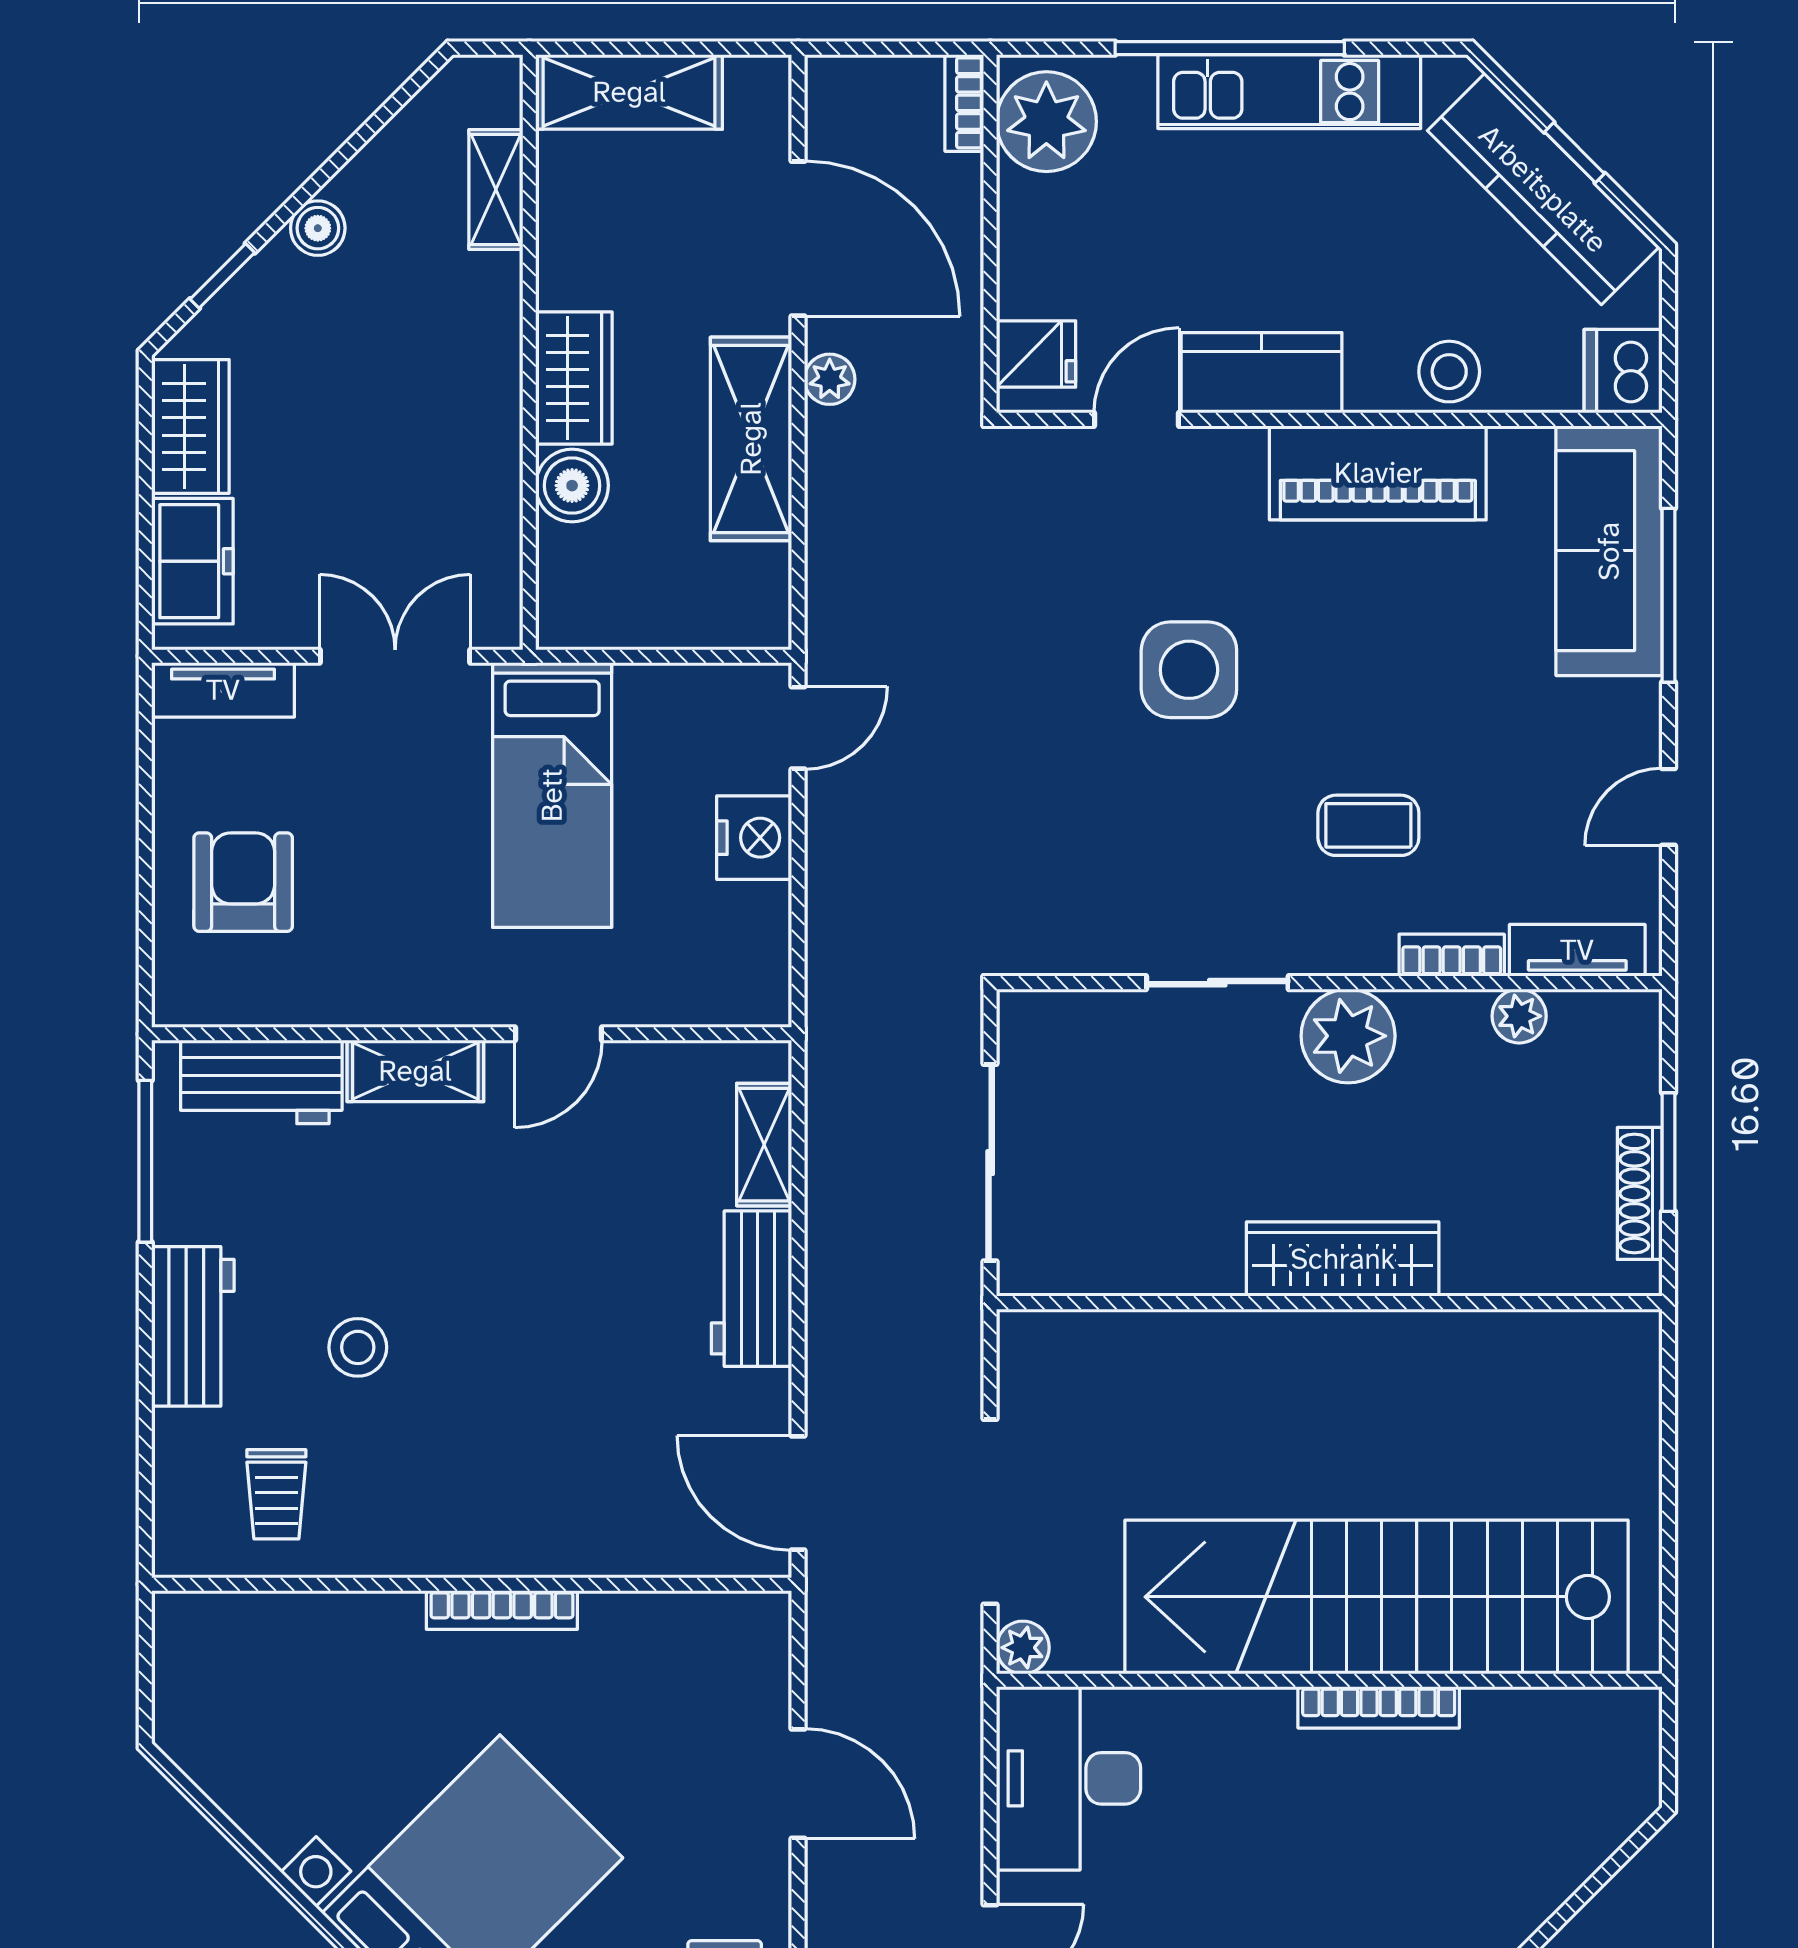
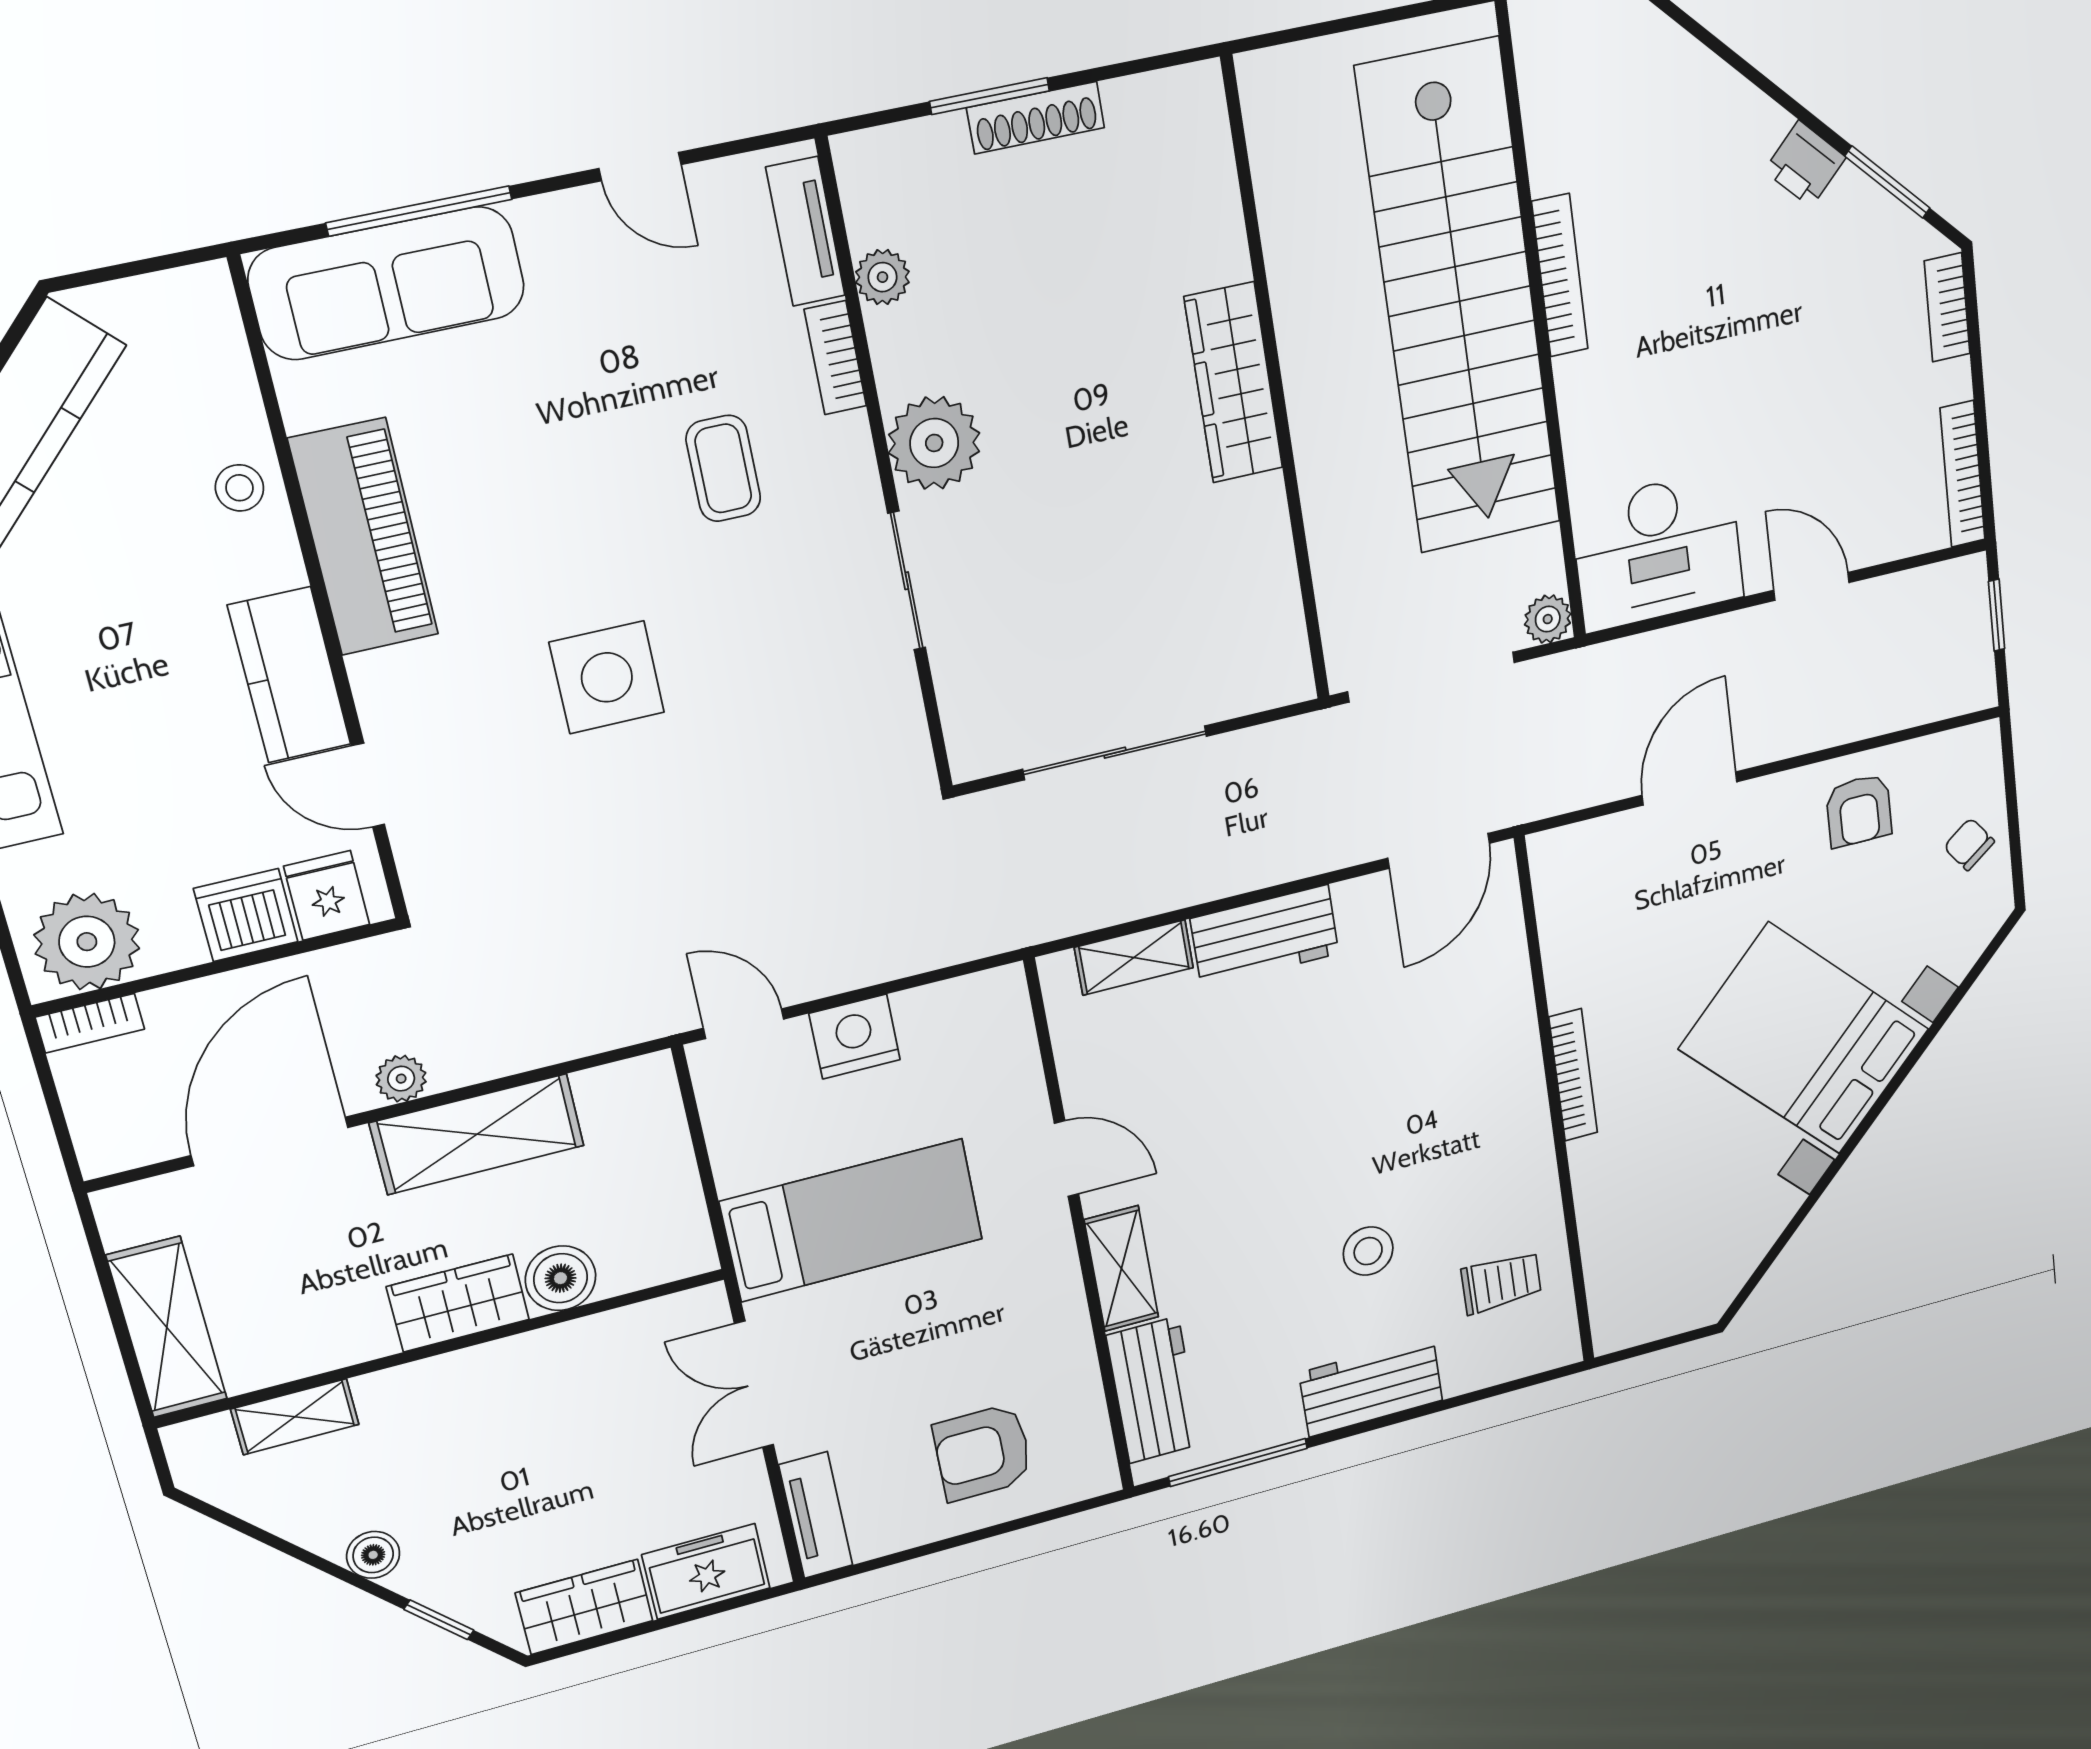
dishwasher: (1623, 371) -> (246, 915), moved, turned 180
stool: (1449, 372) -> (239, 488), width x0.73, depth x0.73
wardrobe: (1343, 1259) -> (1234, 383), moved
wall: (1329, 1303) -> (1276, 387), moved

